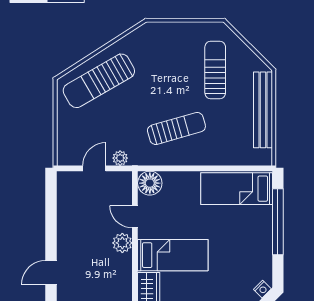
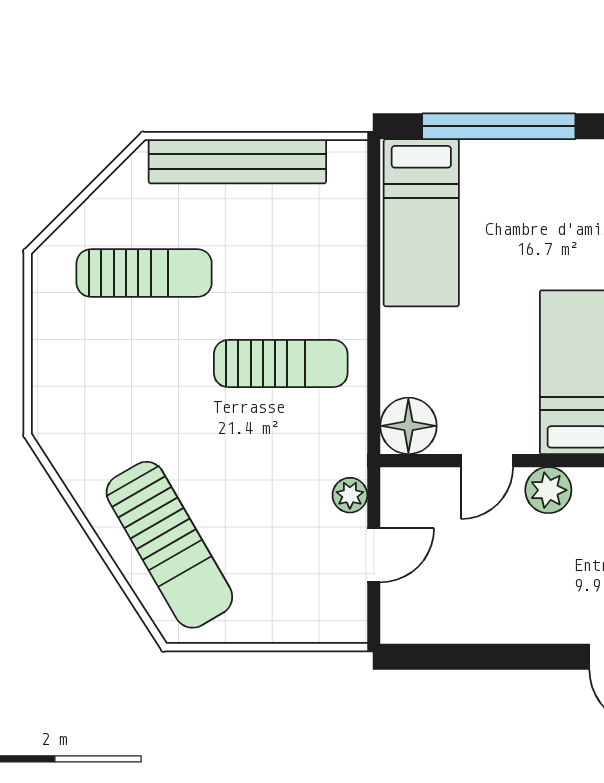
sun lounger: (215, 70) -> (144, 273), turned 180
sun lounger: (176, 128) -> (281, 364), turned 106
door: (94, 168) -> (374, 555), swing flipped

